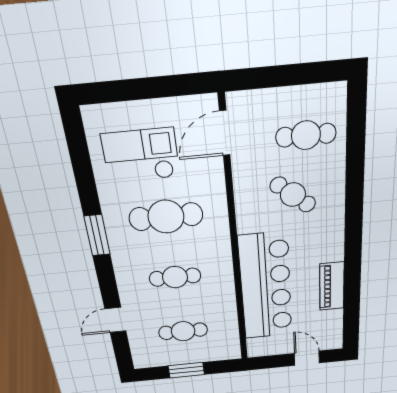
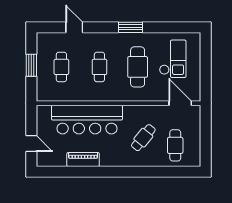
door: (307, 358) -> (31, 143), hinge flipped

